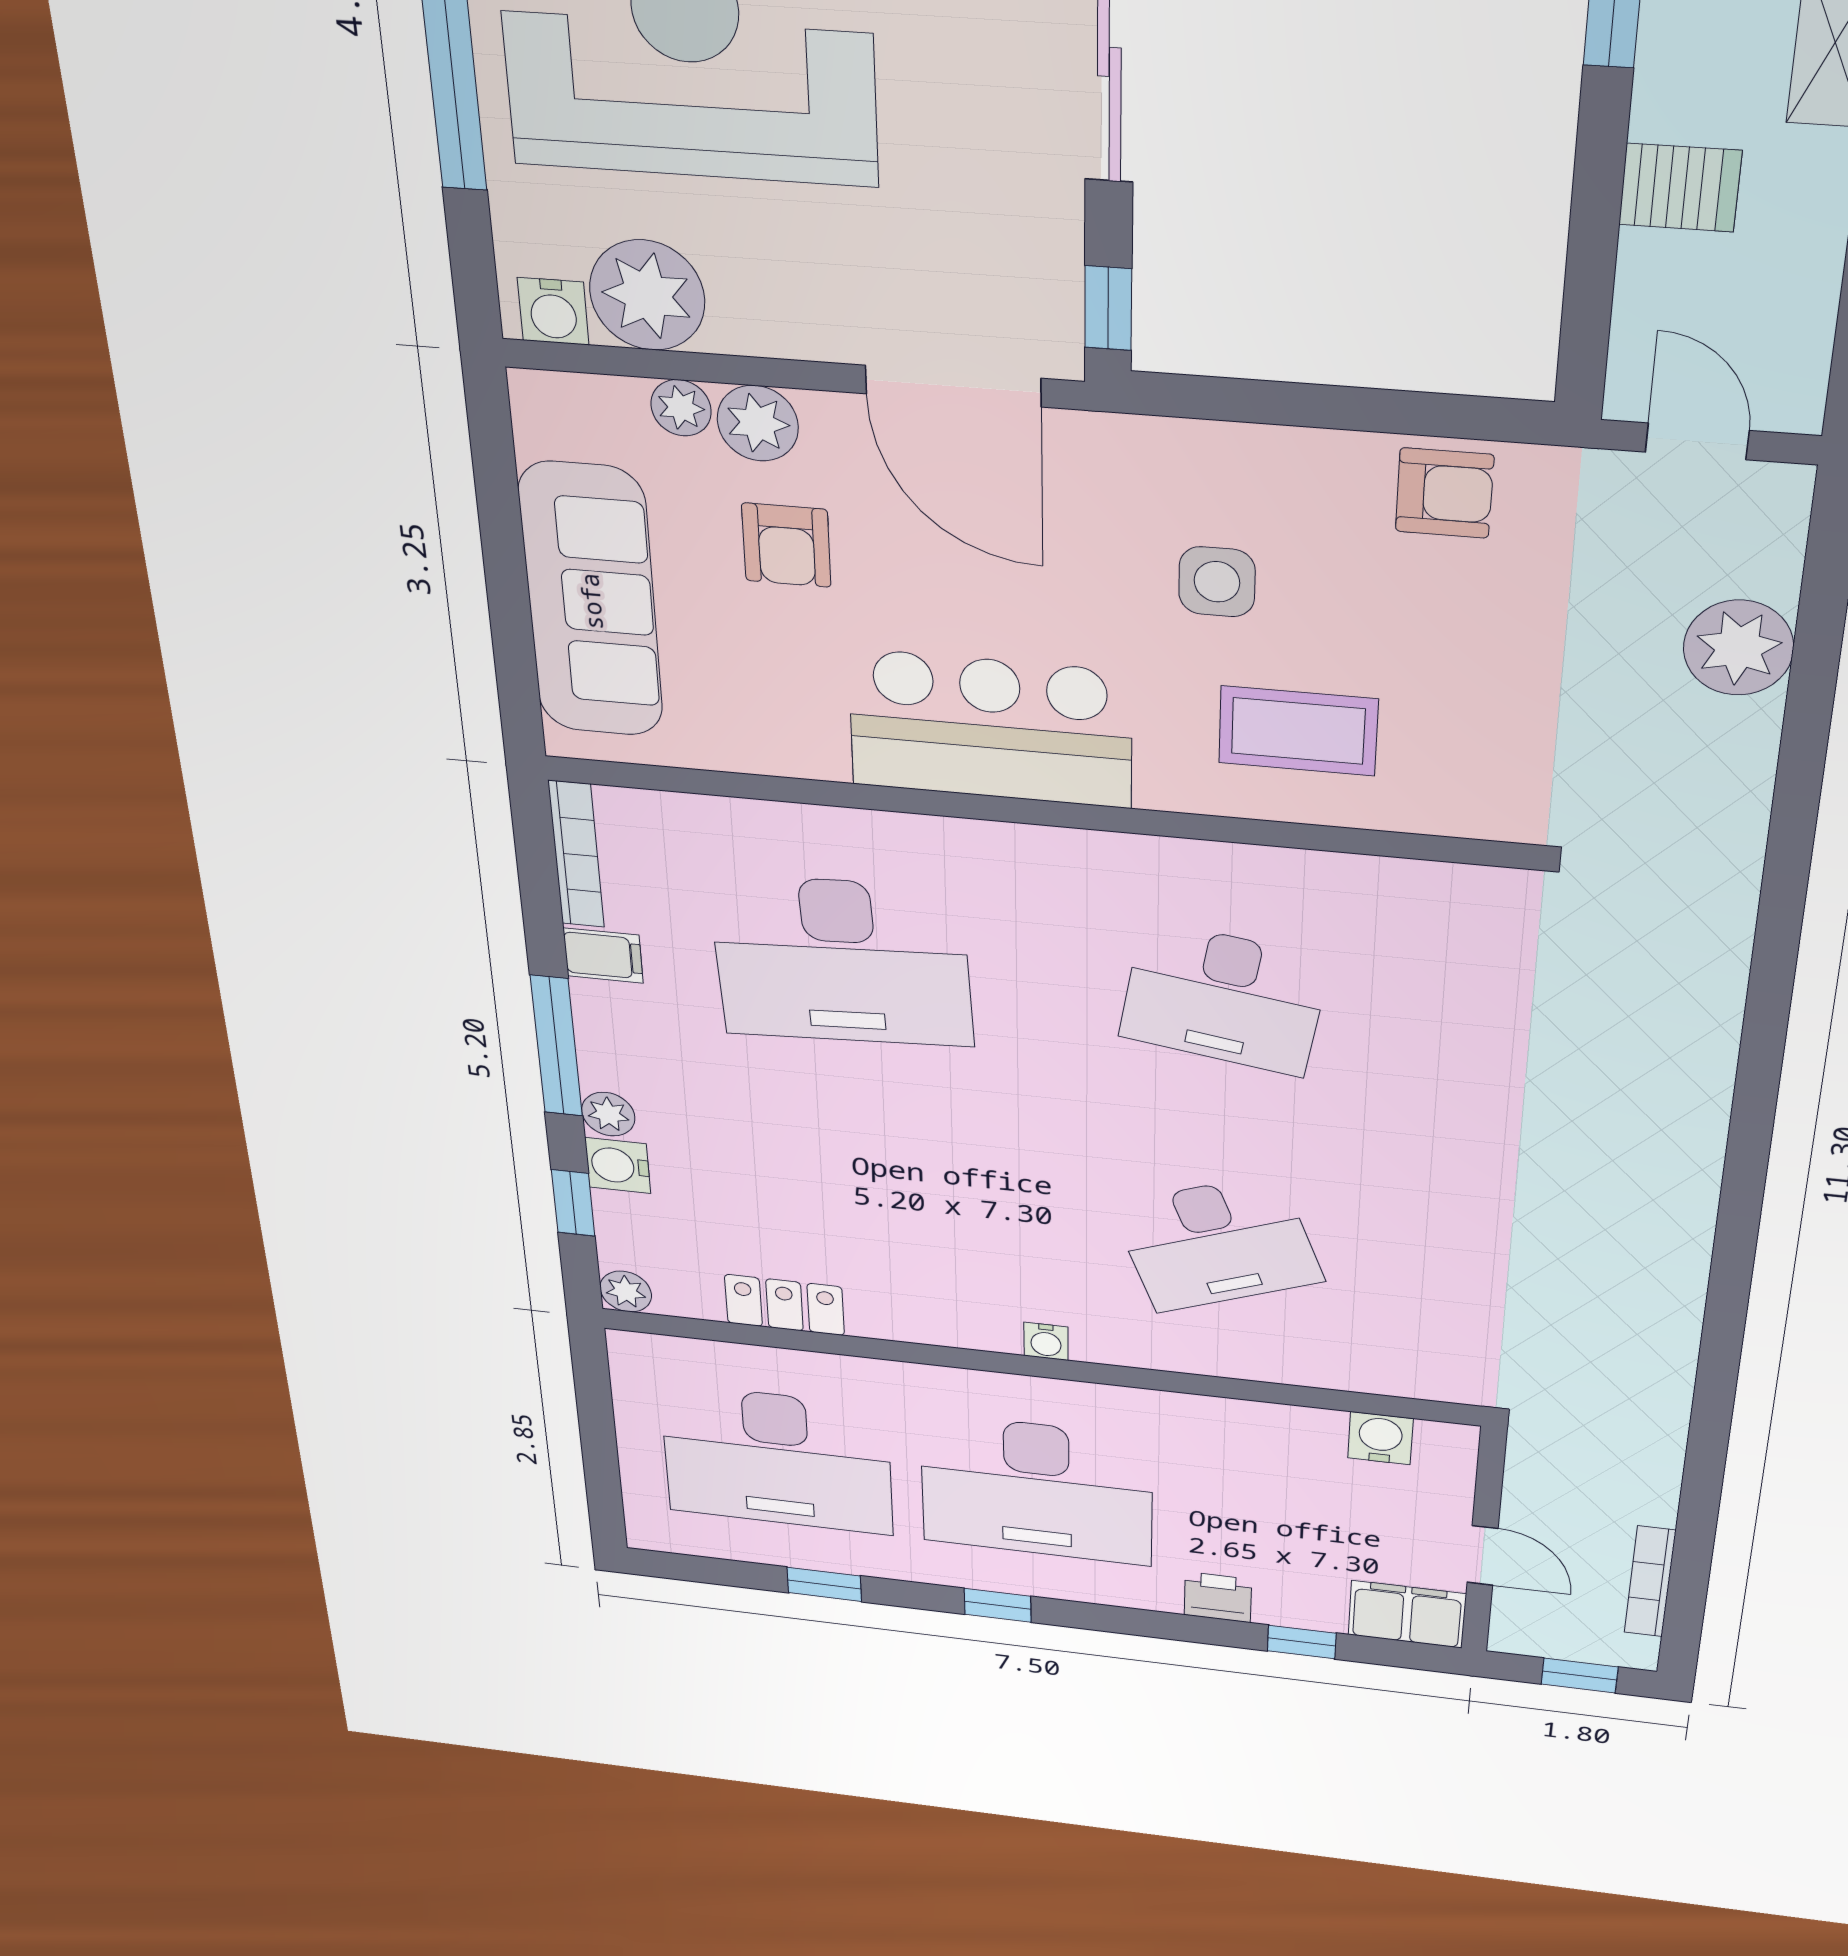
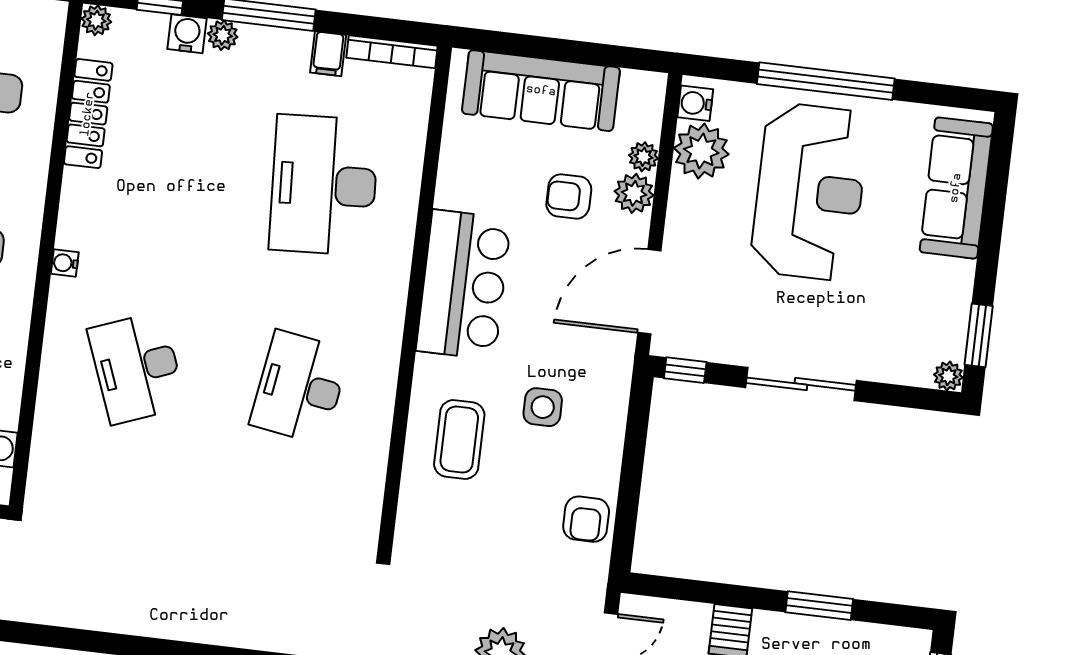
locker: (784, 1305) -> (88, 114), width x1.53

